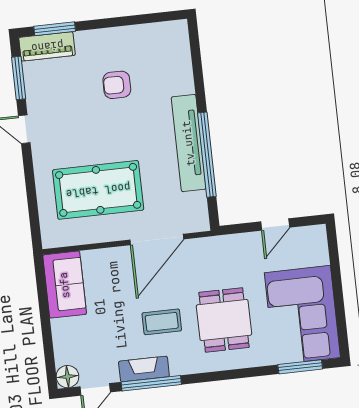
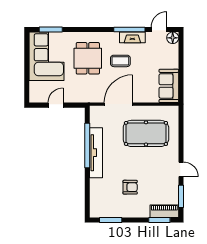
window: (147, 19) -> (111, 220), added

